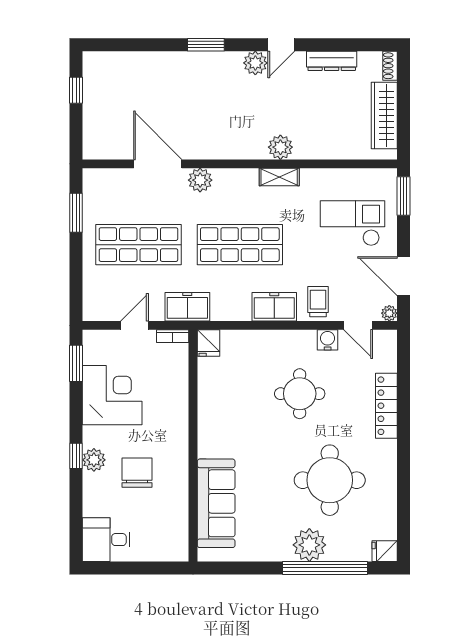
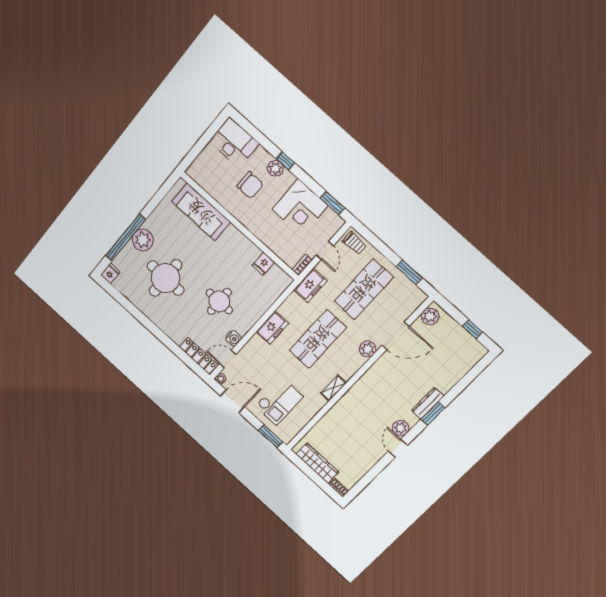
dresser: (332, 61) -> (428, 403), moved
plant: (280, 147) -> (430, 316), moved
trolley: (318, 302) -> (354, 243), moved
fridge: (208, 343) -> (263, 264), moved, turned -90
locker: (386, 406) -> (199, 356), moved
desk: (106, 540) -> (234, 142), width x1.37

